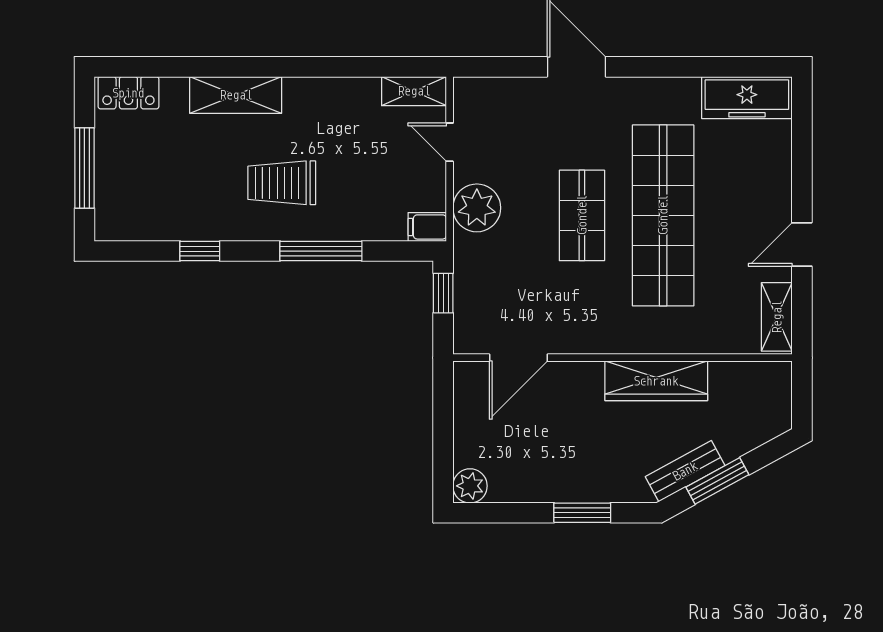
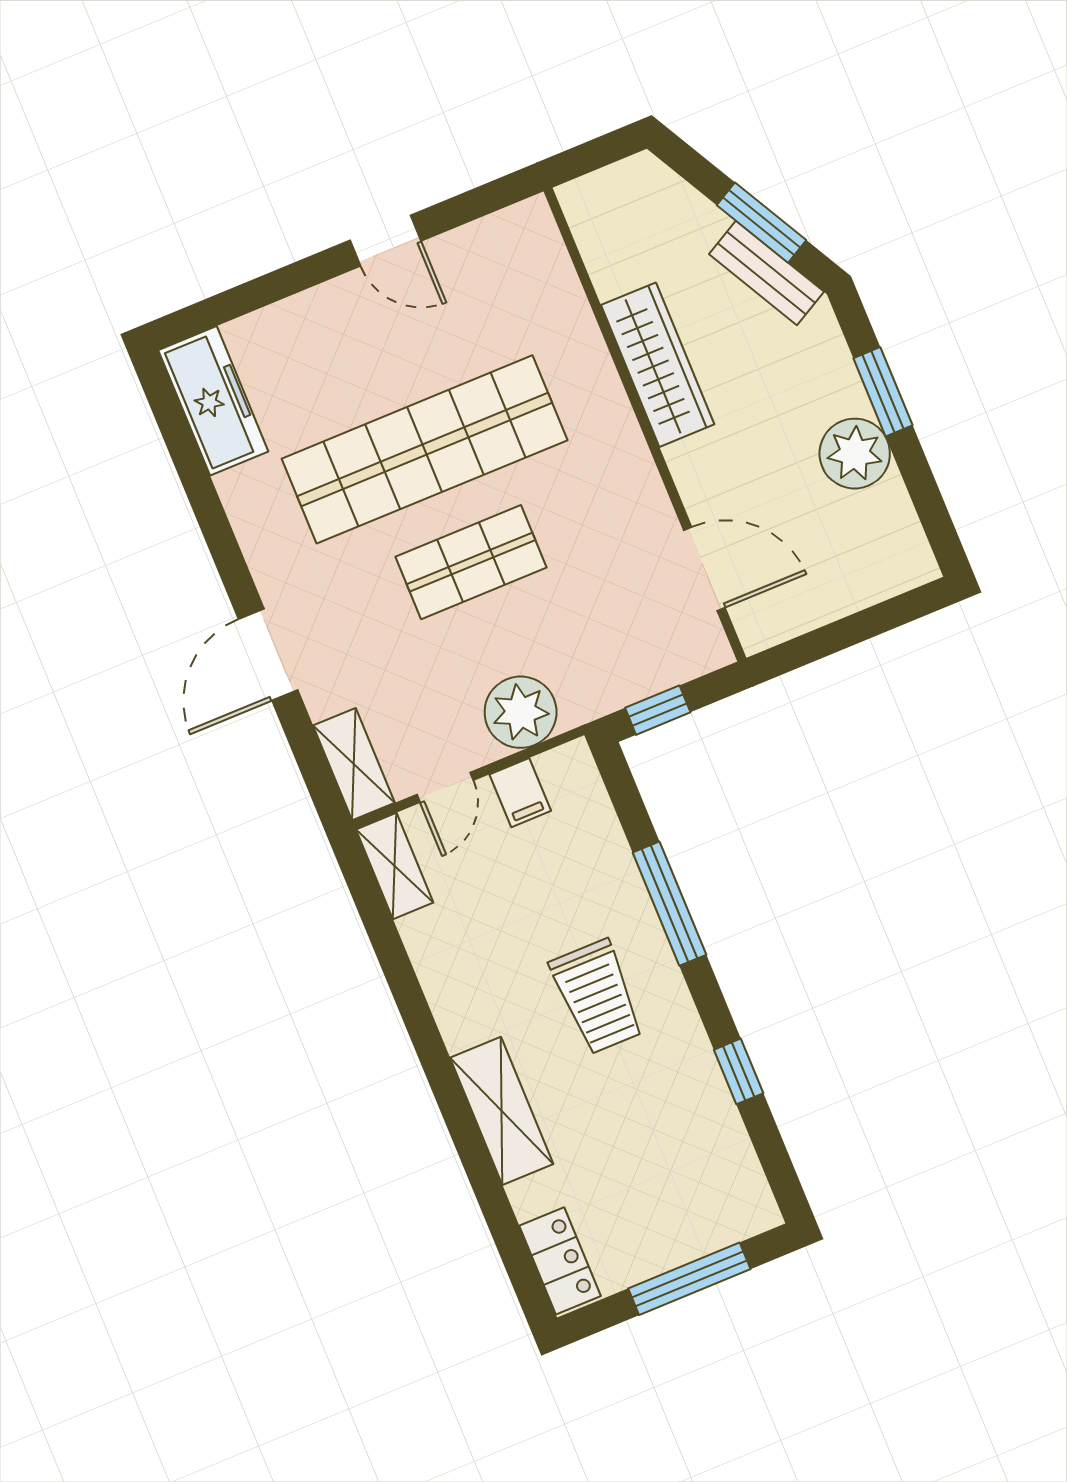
filing cabinet: (427, 227) -> (520, 793), moved
shelving: (777, 317) -> (354, 764), moved, turned 90
plant: (470, 486) -> (855, 454), moved, width x1.36, depth x1.36

